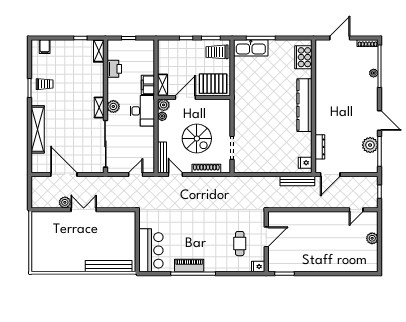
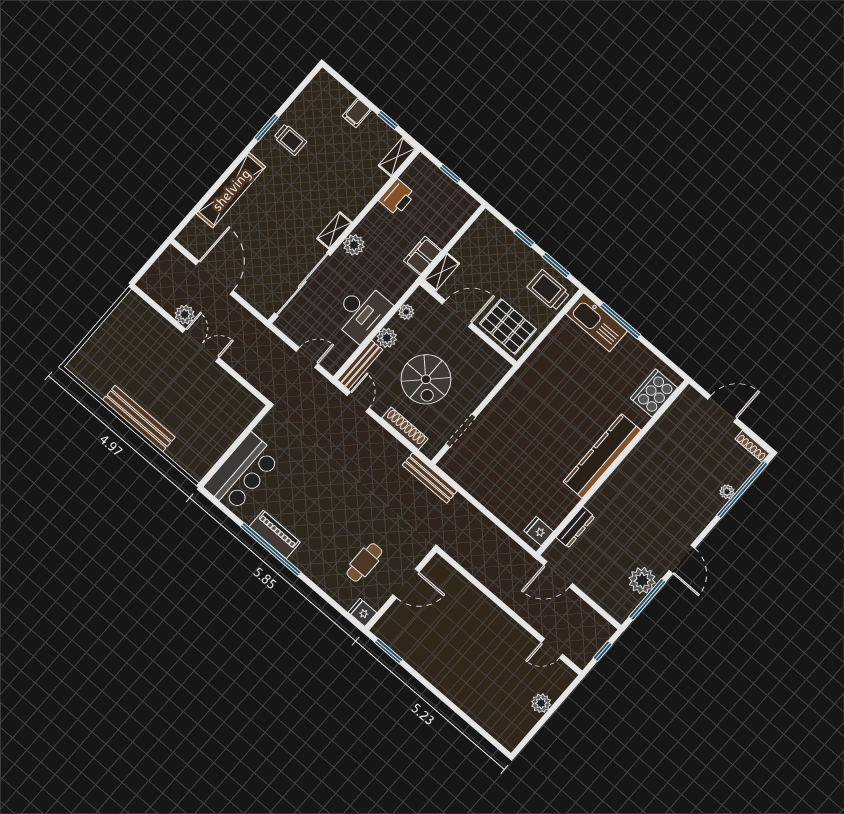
filing cabinet: (45, 47) -> (357, 113), moved
plant: (164, 105) -> (387, 338), moved
desk: (142, 111) -> (361, 312), moved
bench: (297, 181) -> (430, 478), moved
bench: (109, 266) -> (139, 419), moved

